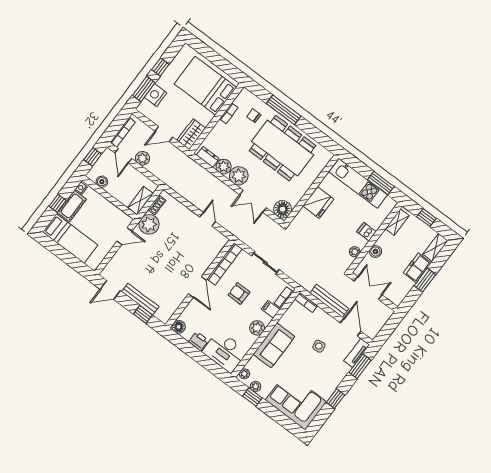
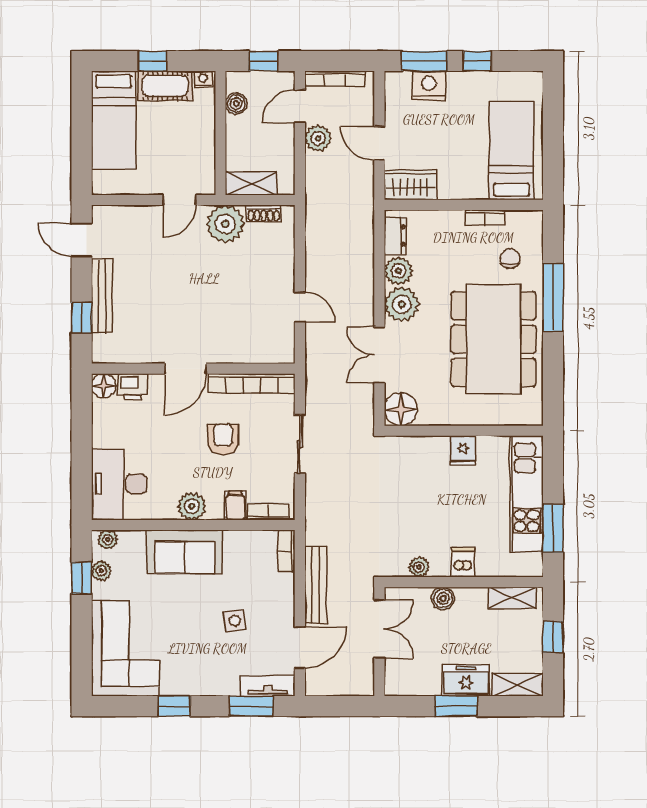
bed: (205, 86) -> (511, 151), width x0.67
fridge: (318, 202) -> (463, 451), width x0.53, depth x0.75
door: (208, 219) -> (300, 307), hinge flipped
door: (124, 236) -> (179, 200), hinge flipped
printer: (199, 341) -> (132, 387), moved, turned 90

